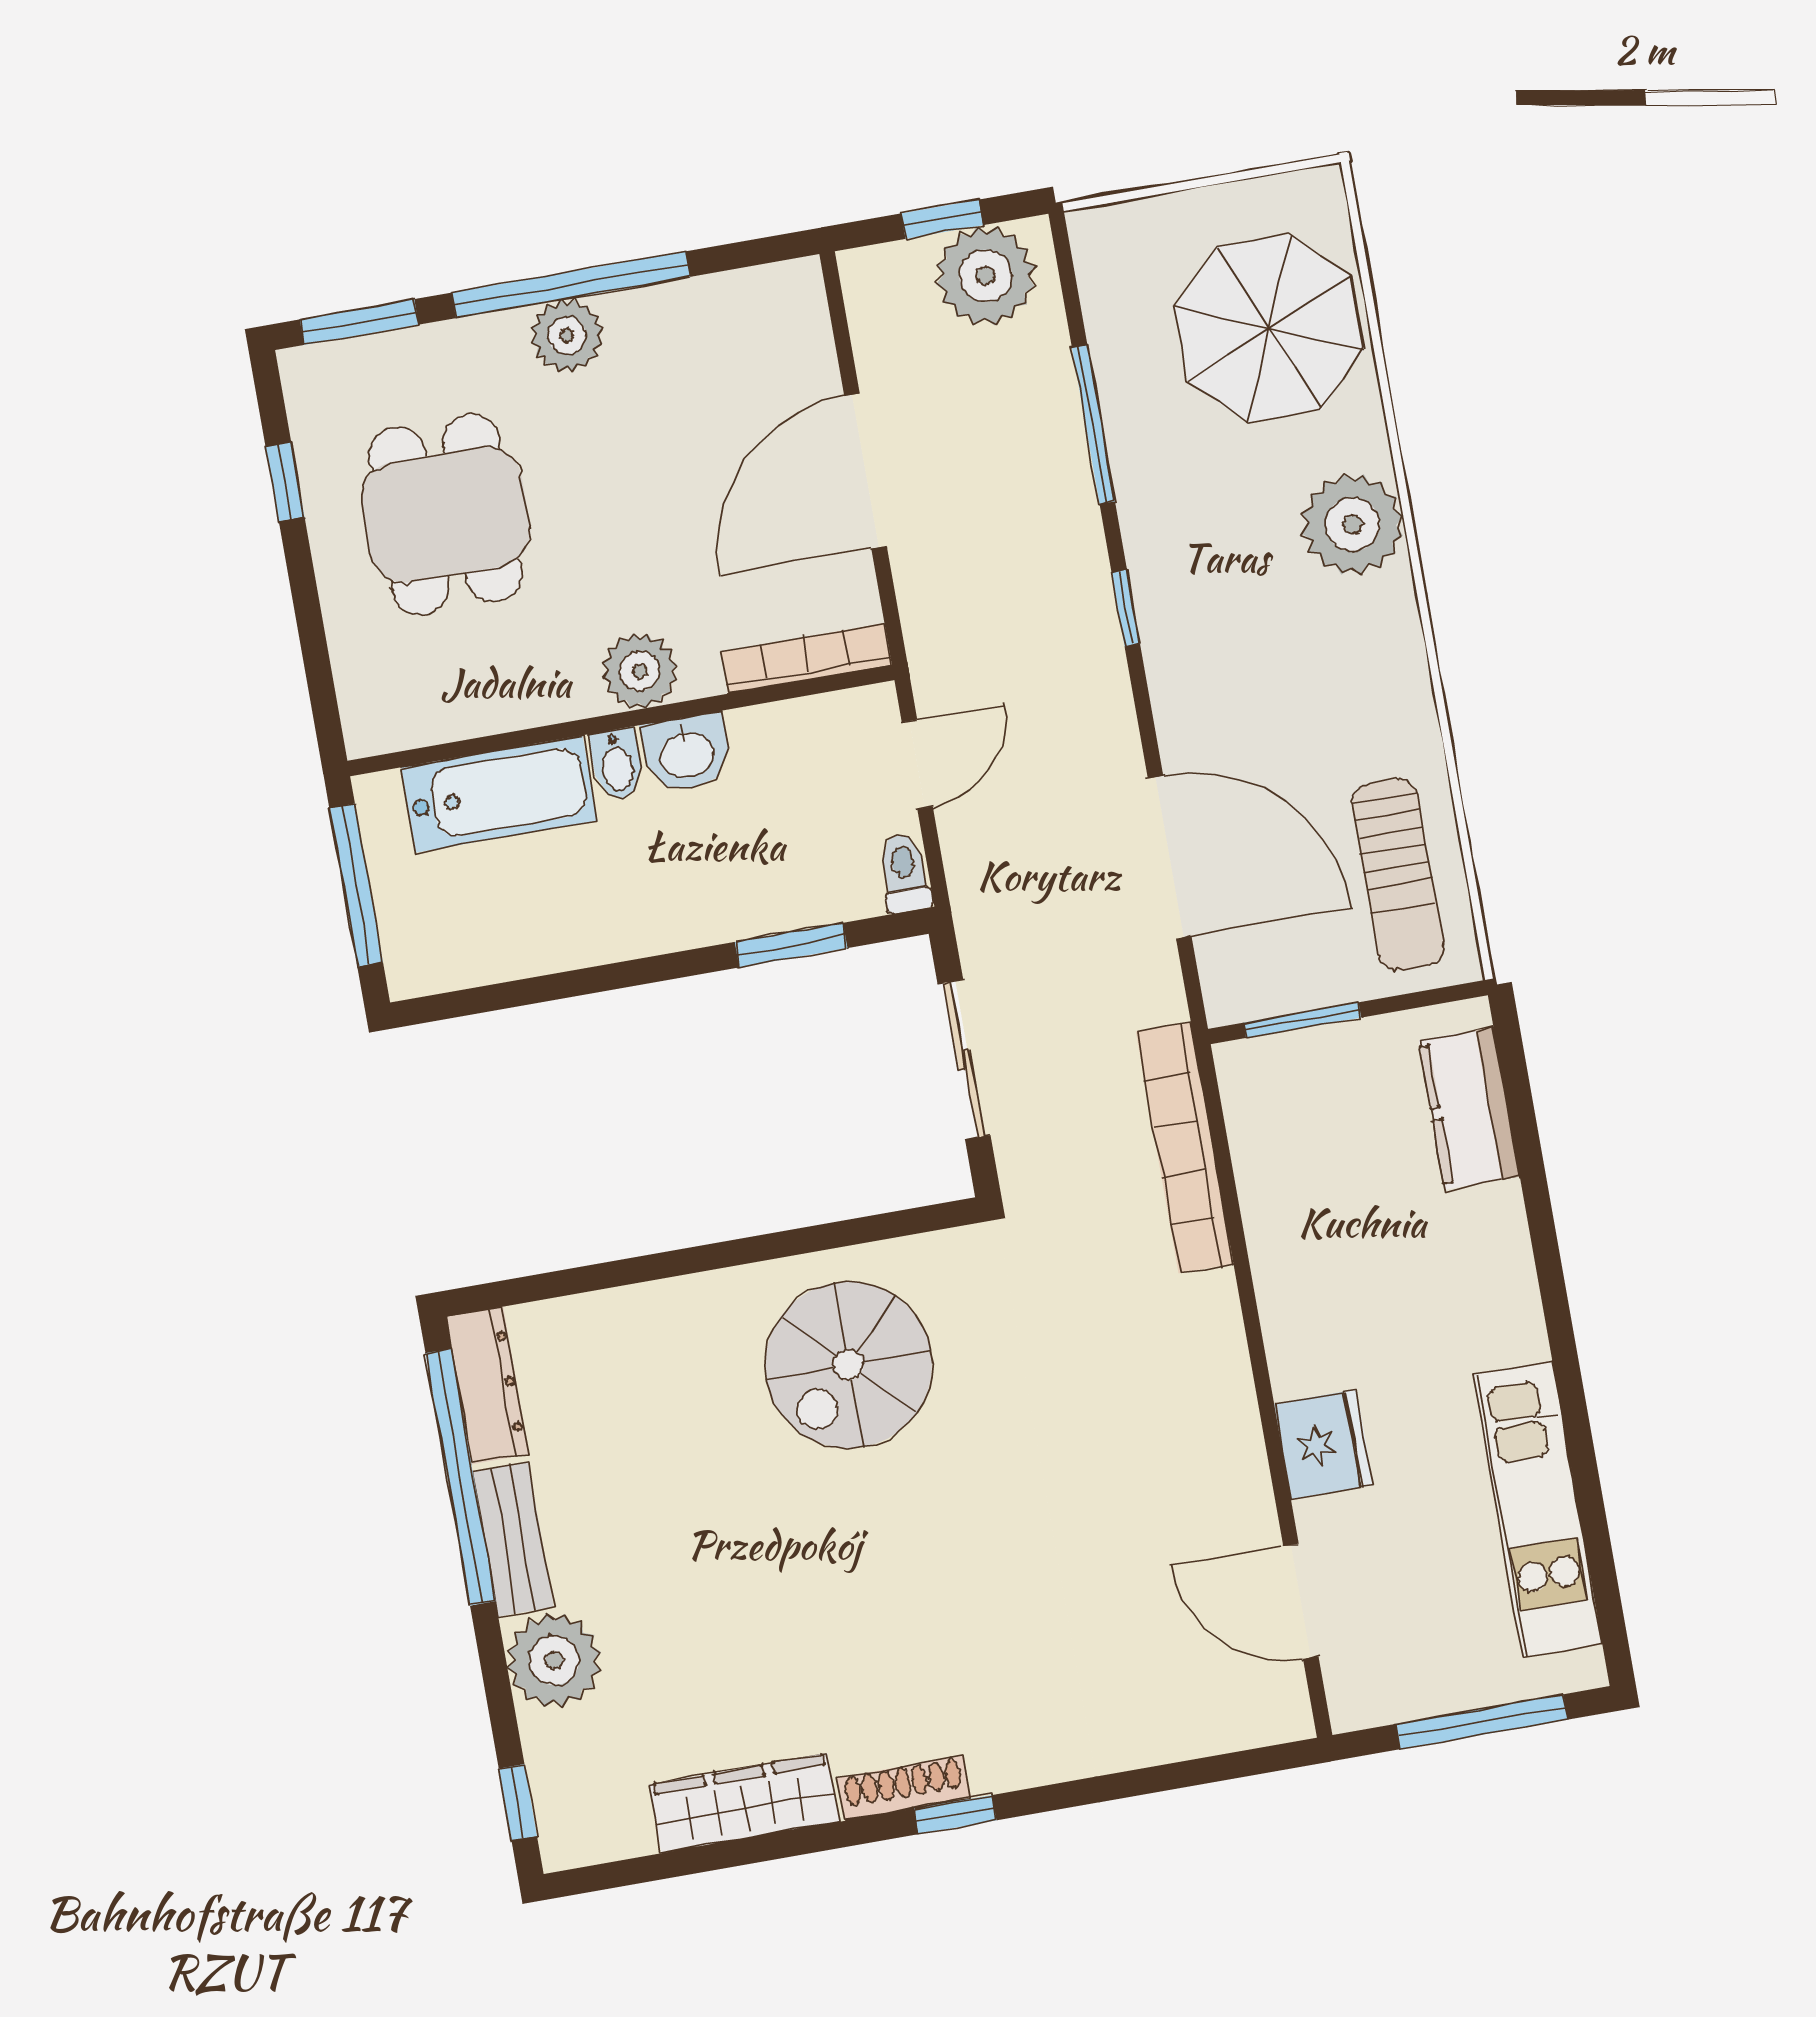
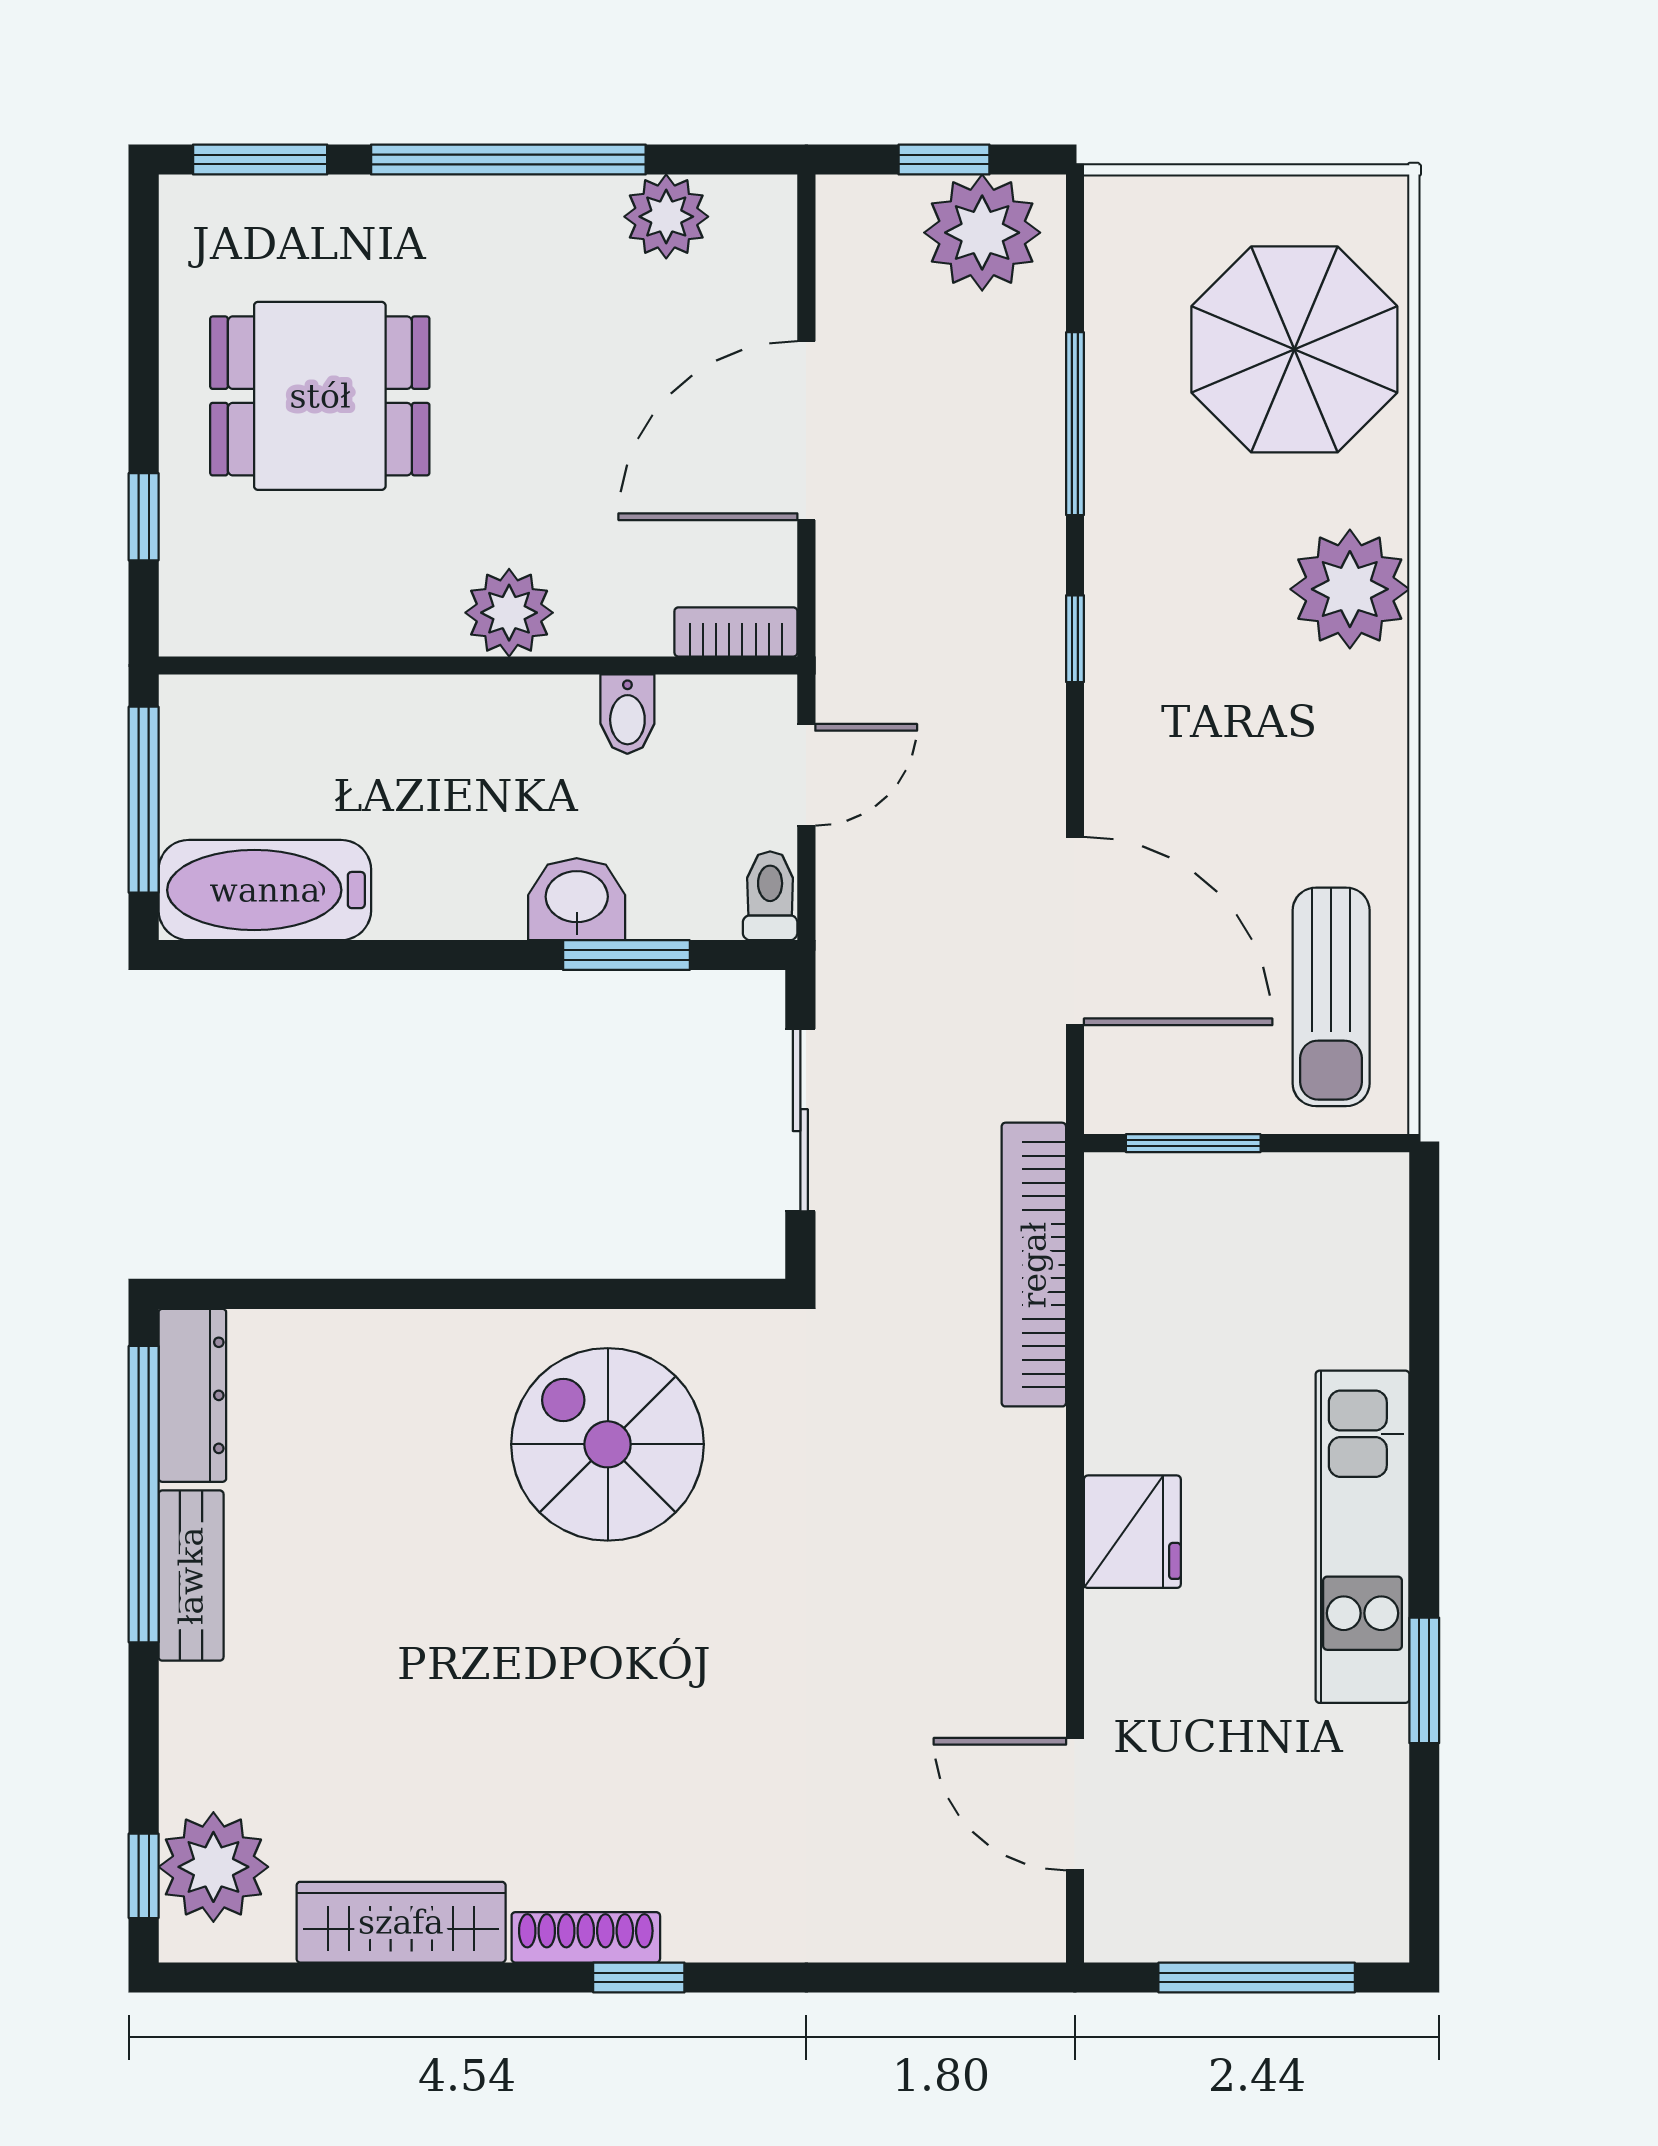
plant: (567, 336) -> (666, 217), moved
window: (285, 482) -> (144, 517), moved
dining table: (446, 515) -> (320, 396), turned 90
bookcase: (806, 658) -> (736, 632), width x0.64
washbasin: (686, 753) -> (577, 899), moved, turned 180
bidet: (617, 764) -> (627, 714), moved
bathtub: (499, 794) -> (265, 890), moved, turned 180
kitchen counter: (1469, 1108) -> (1365, 1277), removed
spiral stairs: (848, 1365) -> (608, 1444), turned 90
window: (1580, 1443) -> (1424, 1680), added
fridge: (1324, 1444) -> (1132, 1532), moved
kitchen unit: (1537, 1509) -> (1363, 1537), moved
plant: (554, 1660) -> (213, 1867), moved

